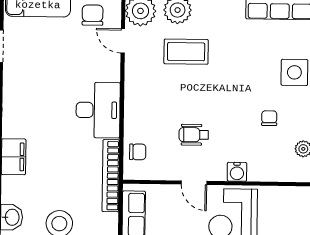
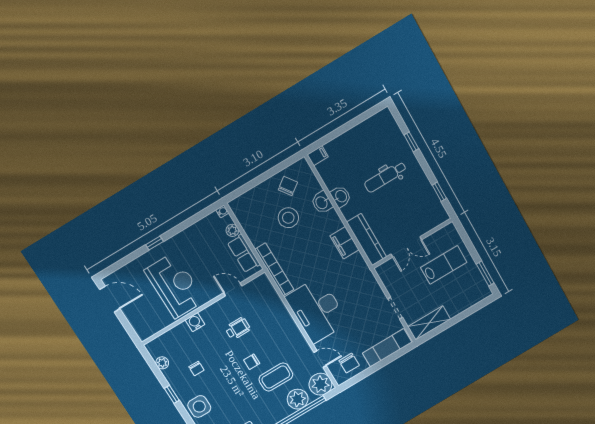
desk: (98, 110) -> (317, 310), width x1.36, depth x1.30
chair: (138, 152) -> (252, 362), moved
door: (194, 183) -> (233, 289), moved

